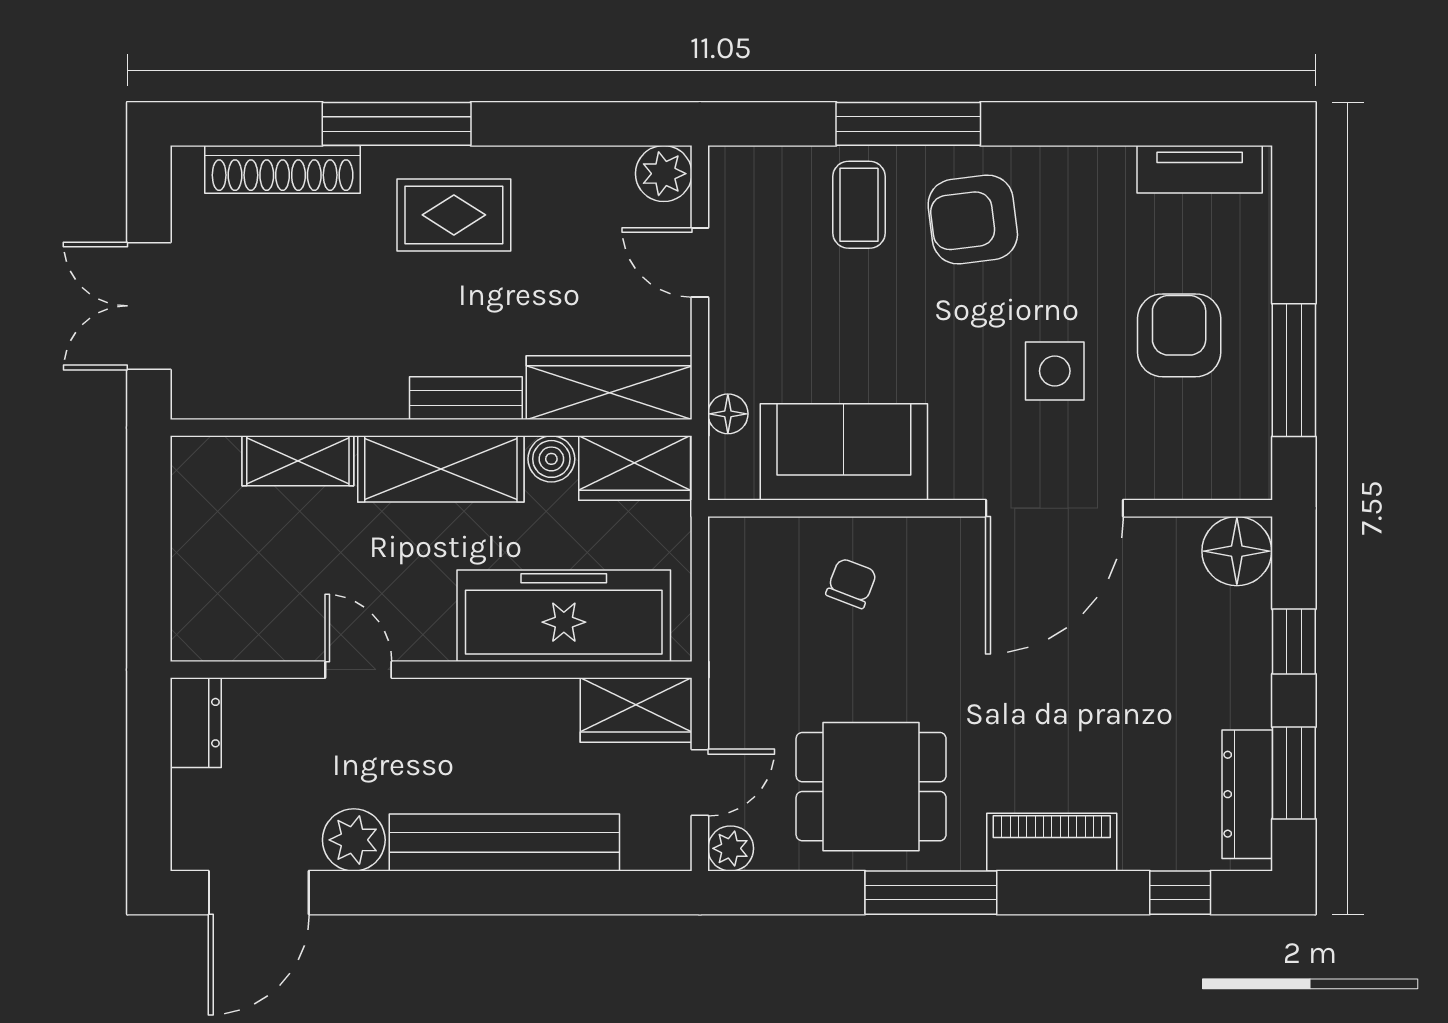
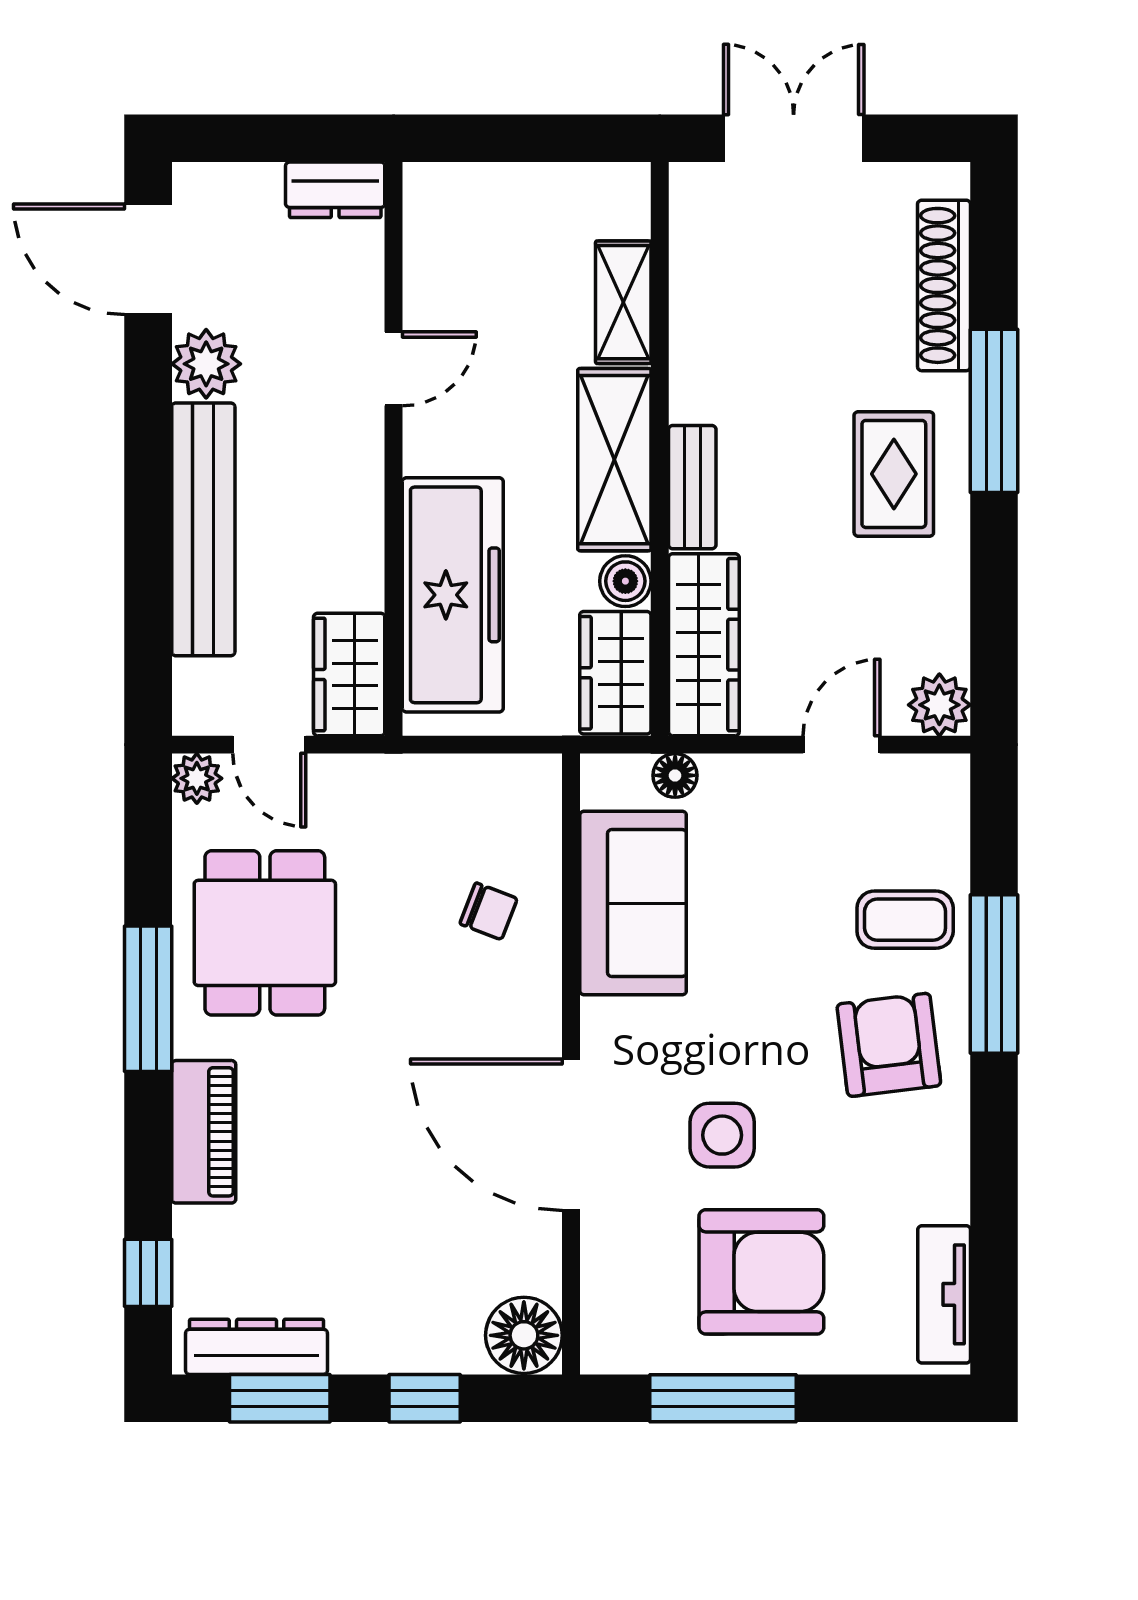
armchair: (1179, 335) -> (761, 1272), width x1.36, depth x1.36

